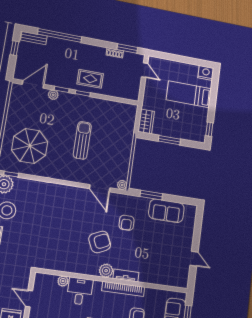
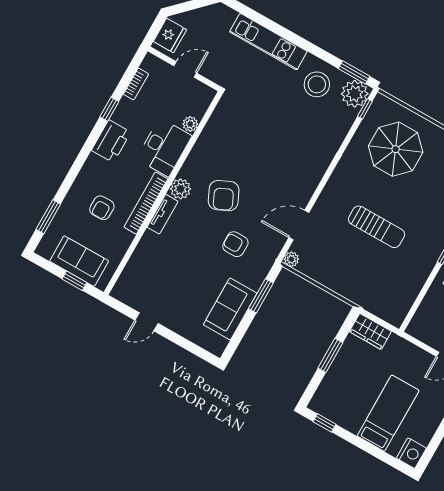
desk: (80, 291) -> (164, 147), width x1.37

